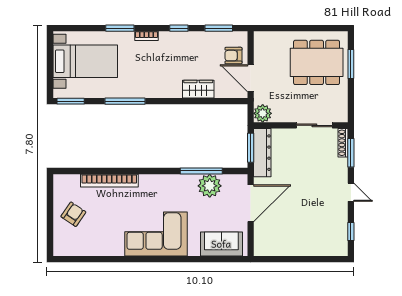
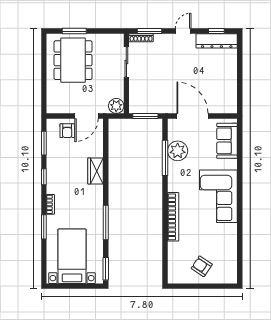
wardrobe: (198, 89) -> (96, 171), moved
dresser: (262, 153) -> (217, 41), moved, turned 180
bookcase: (109, 181) -> (173, 217), moved

